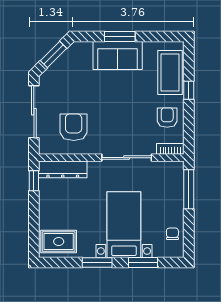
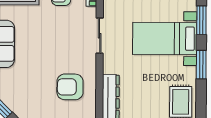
sliding door: (127, 158) -> (100, 36), width x0.73

